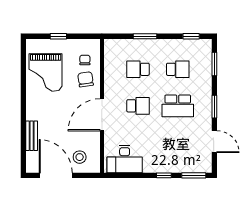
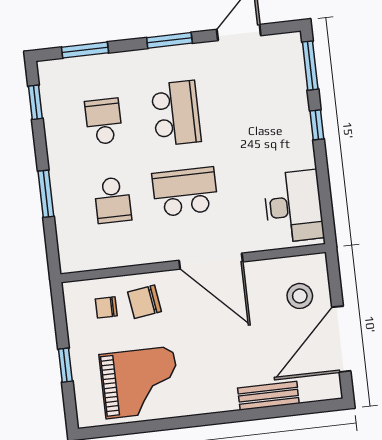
school desk: (138, 106) -> (185, 192), width x1.85

